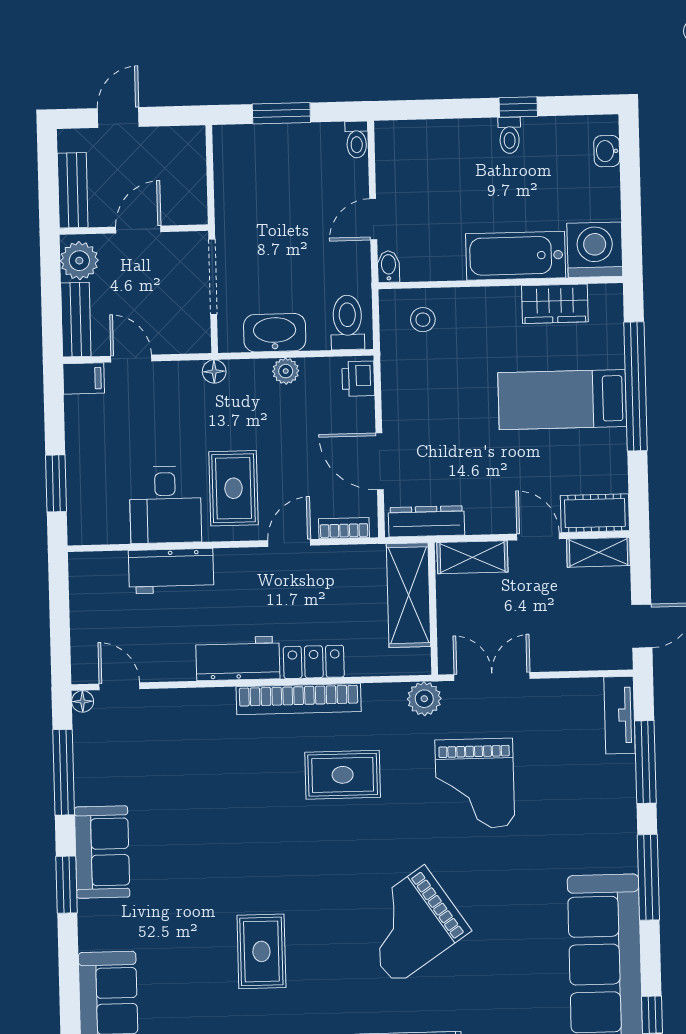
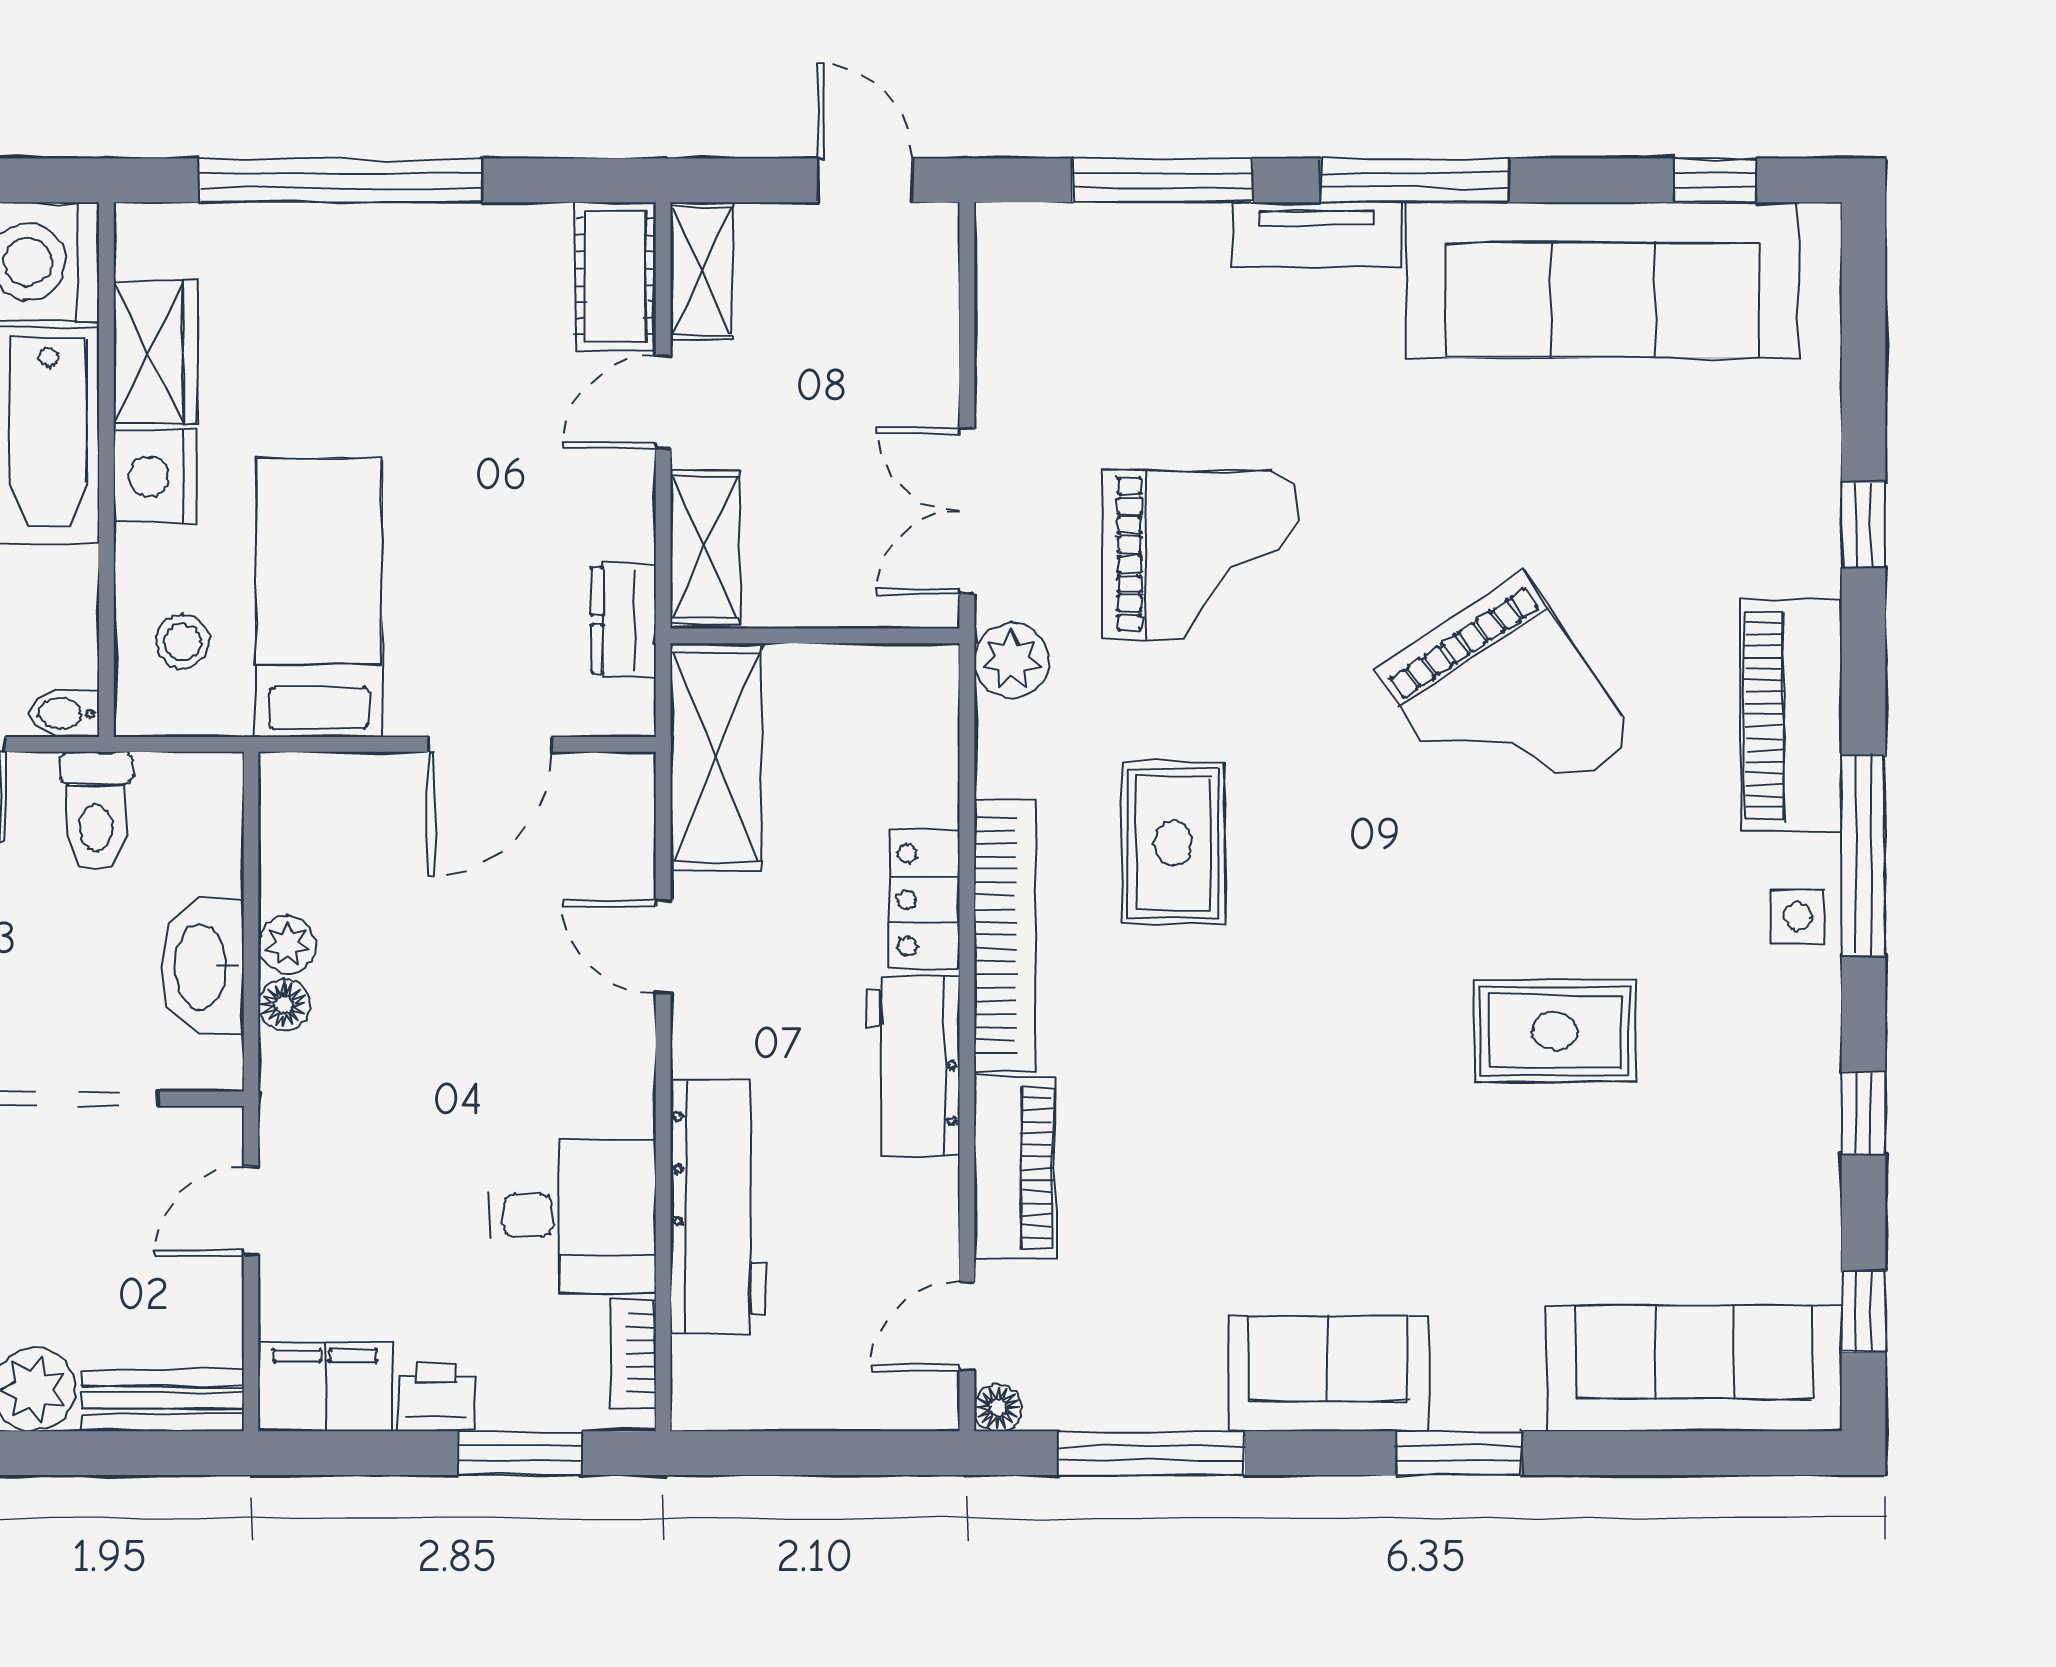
nightstand: (498, 305) -> (155, 476), added
toilet: (347, 322) -> (96, 811), moved, turned -90
door: (131, 359) -> (251, 1211), moved
floor lamp: (214, 371) -> (284, 1005), moved
filing cabinet: (84, 378) -> (325, 1387), width x2.00
printer: (358, 379) -> (436, 1397), moved, turned 180
bed: (562, 400) -> (319, 598), moved, turned 180
rug: (233, 488) -> (540, 1065), removed
dresser: (426, 521) -> (624, 620), width x0.70
bookcase: (344, 528) -> (634, 1354), moved
workbench: (171, 571) -> (718, 1207), width x1.38
shelving: (409, 595) -> (716, 757), moved, turned 90
piano: (192, 706) -> (1015, 1168), added
tv unit: (619, 715) -> (1316, 234), moved
window: (67, 885) -> (1459, 1453), moved

